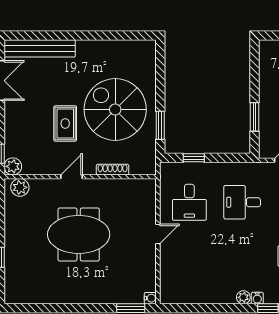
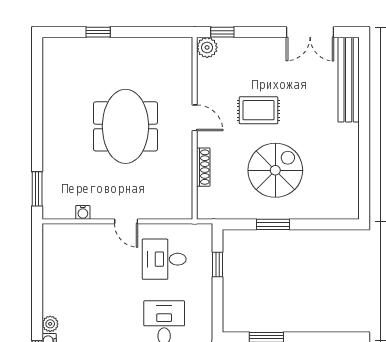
spiral stairs: (115, 110) -> (275, 170), width x0.73, depth x0.73
window: (160, 125) -> (273, 224), moved
plant: (20, 187) -> (182, 56), removed
water cooler: (150, 298) -> (83, 212), moved

